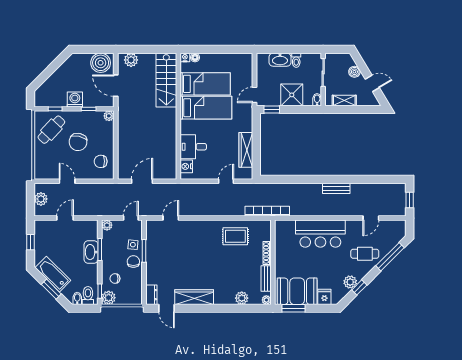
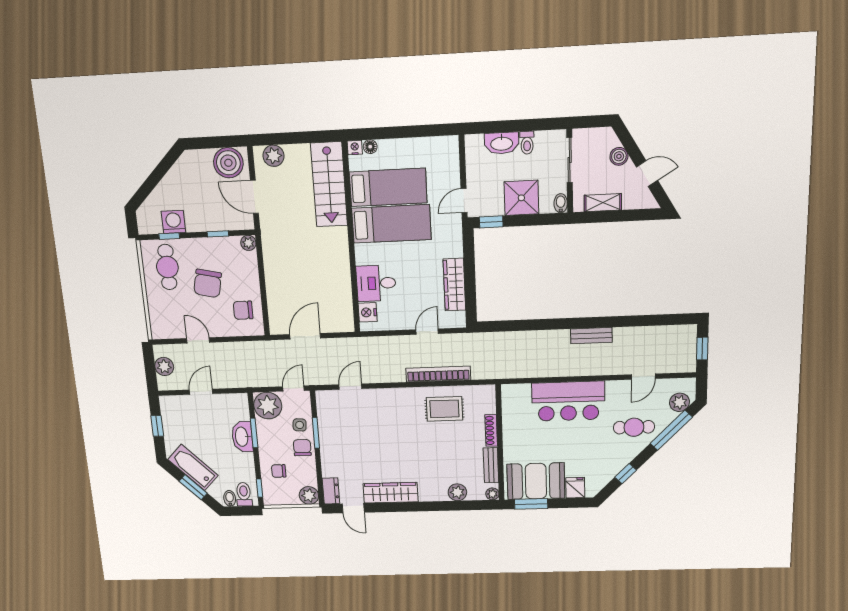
washing machine: (75, 100) -> (173, 222), moved
cafe table: (51, 130) -> (167, 267), turned -43
bookcase: (267, 211) -> (438, 374), moved
plant: (107, 225) -> (268, 406), width x1.88, depth x1.88
plant: (350, 282) -> (679, 402), moved
plant: (109, 298) -> (309, 495), moved

